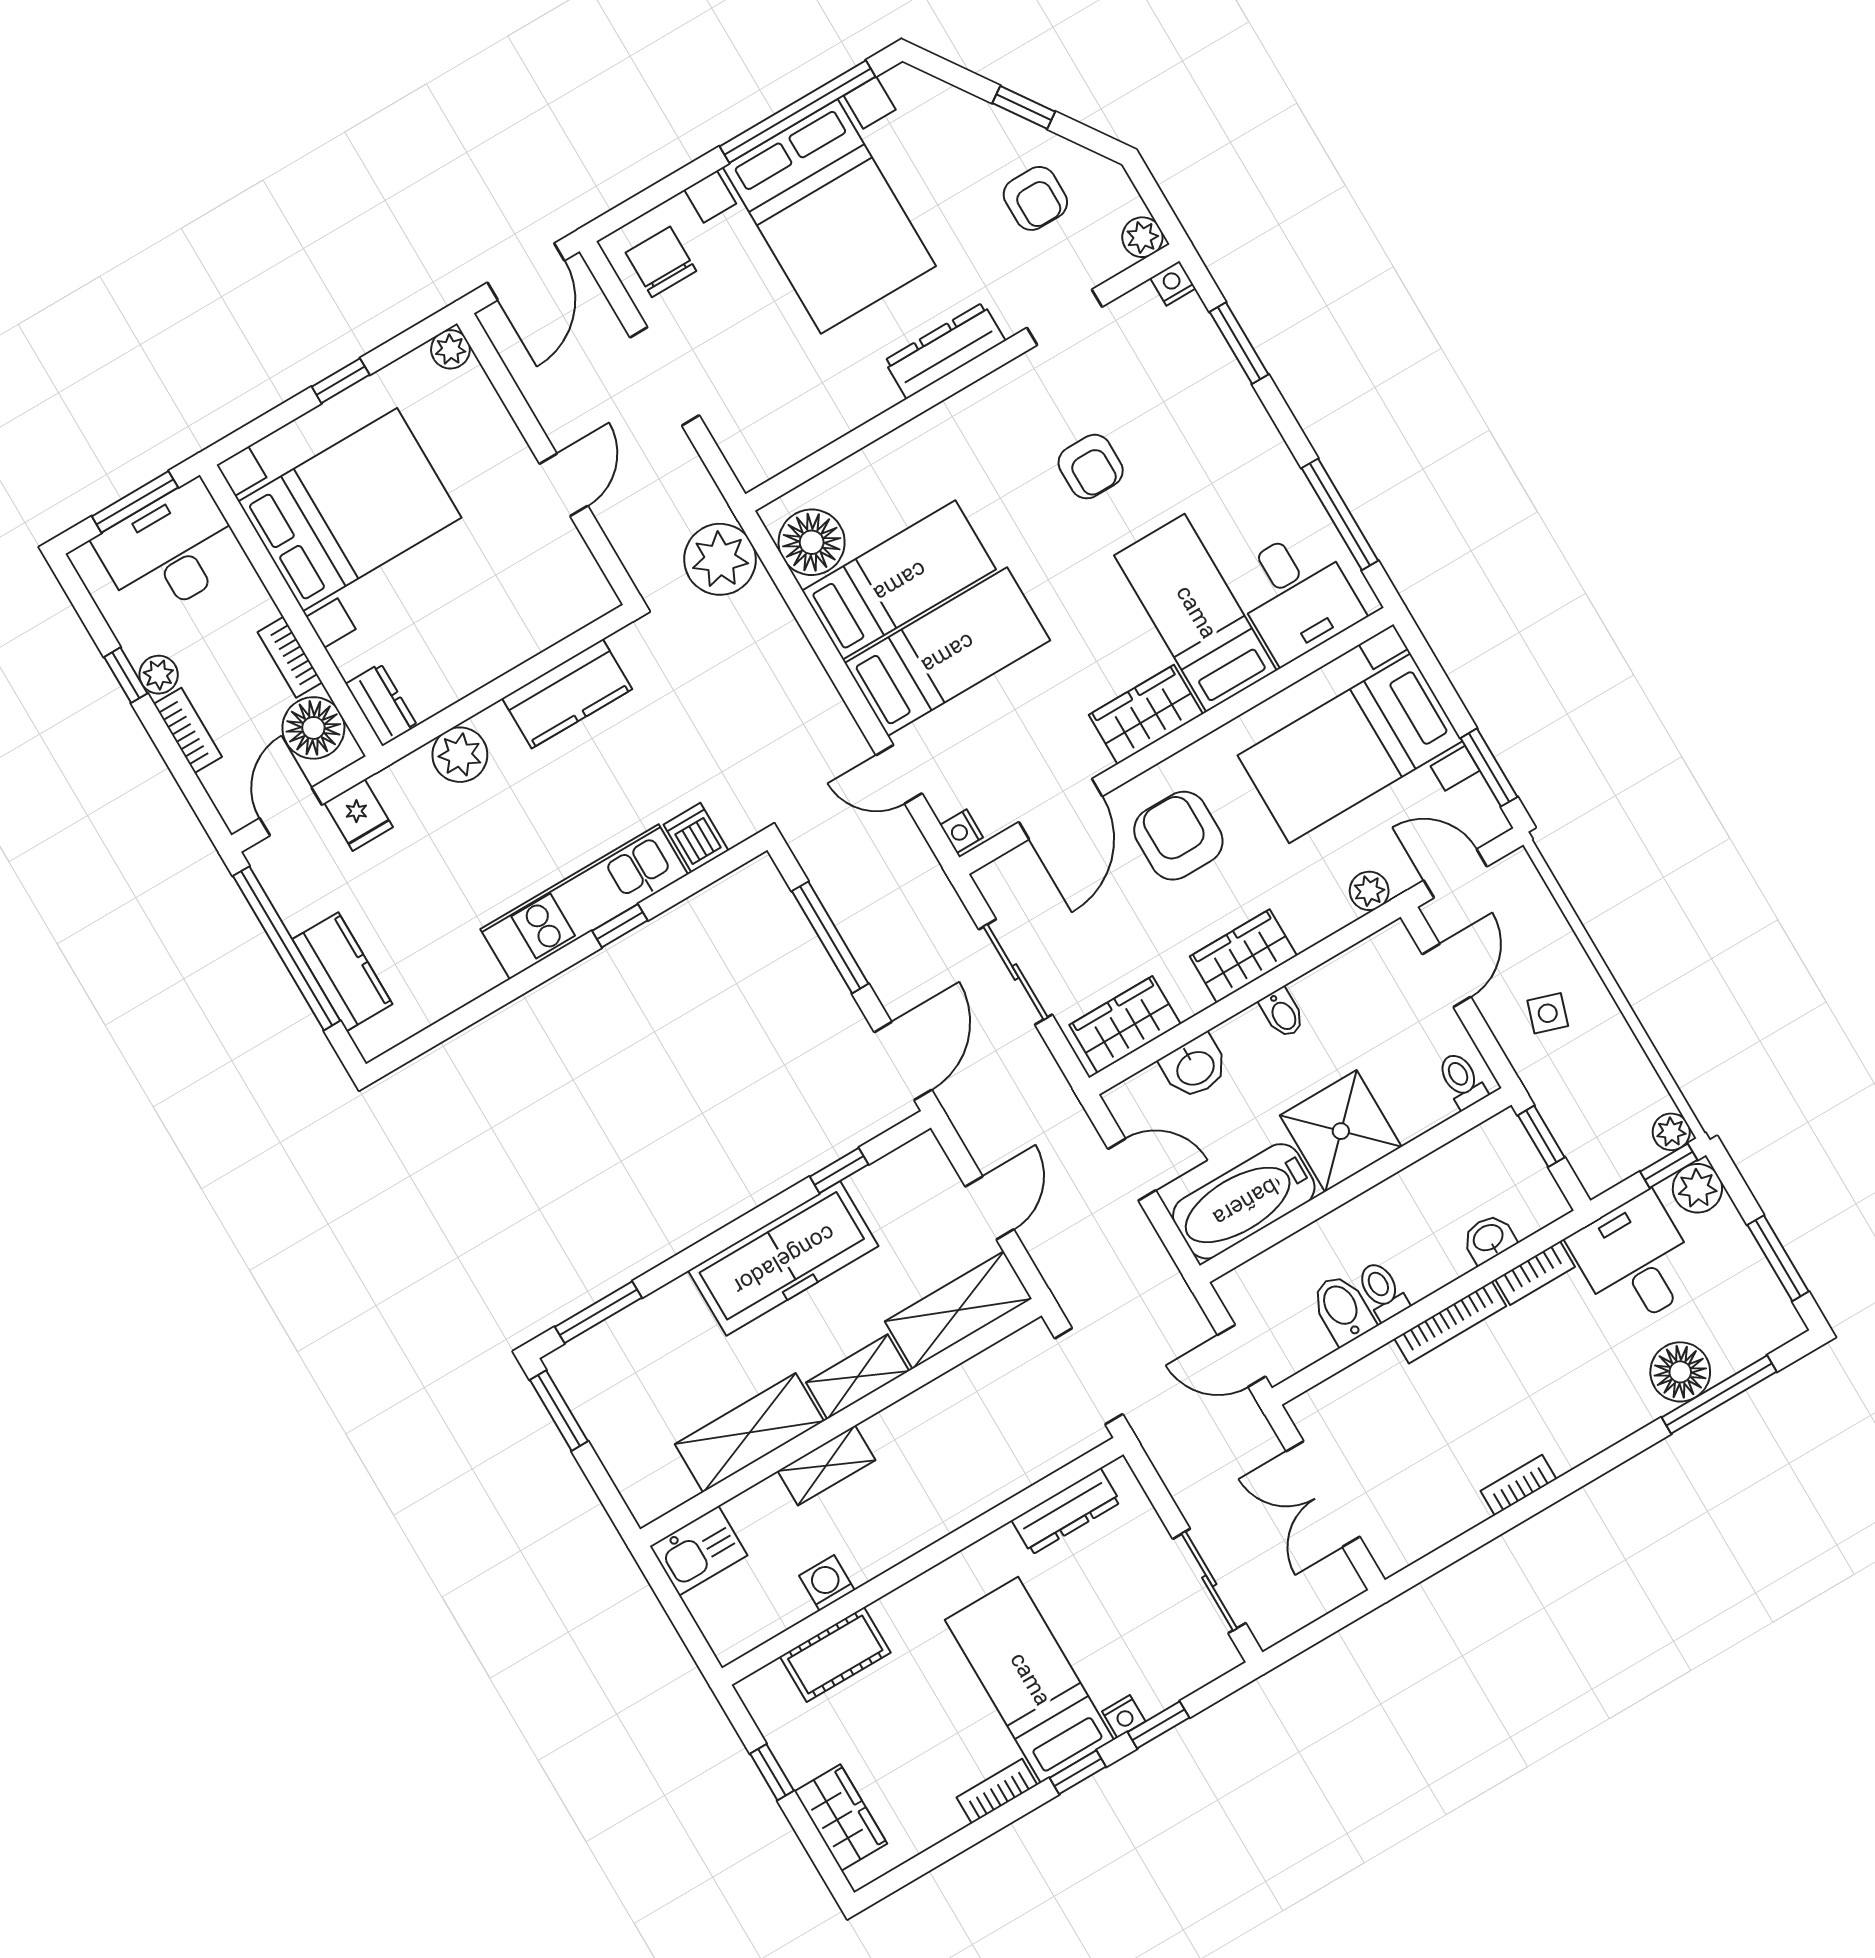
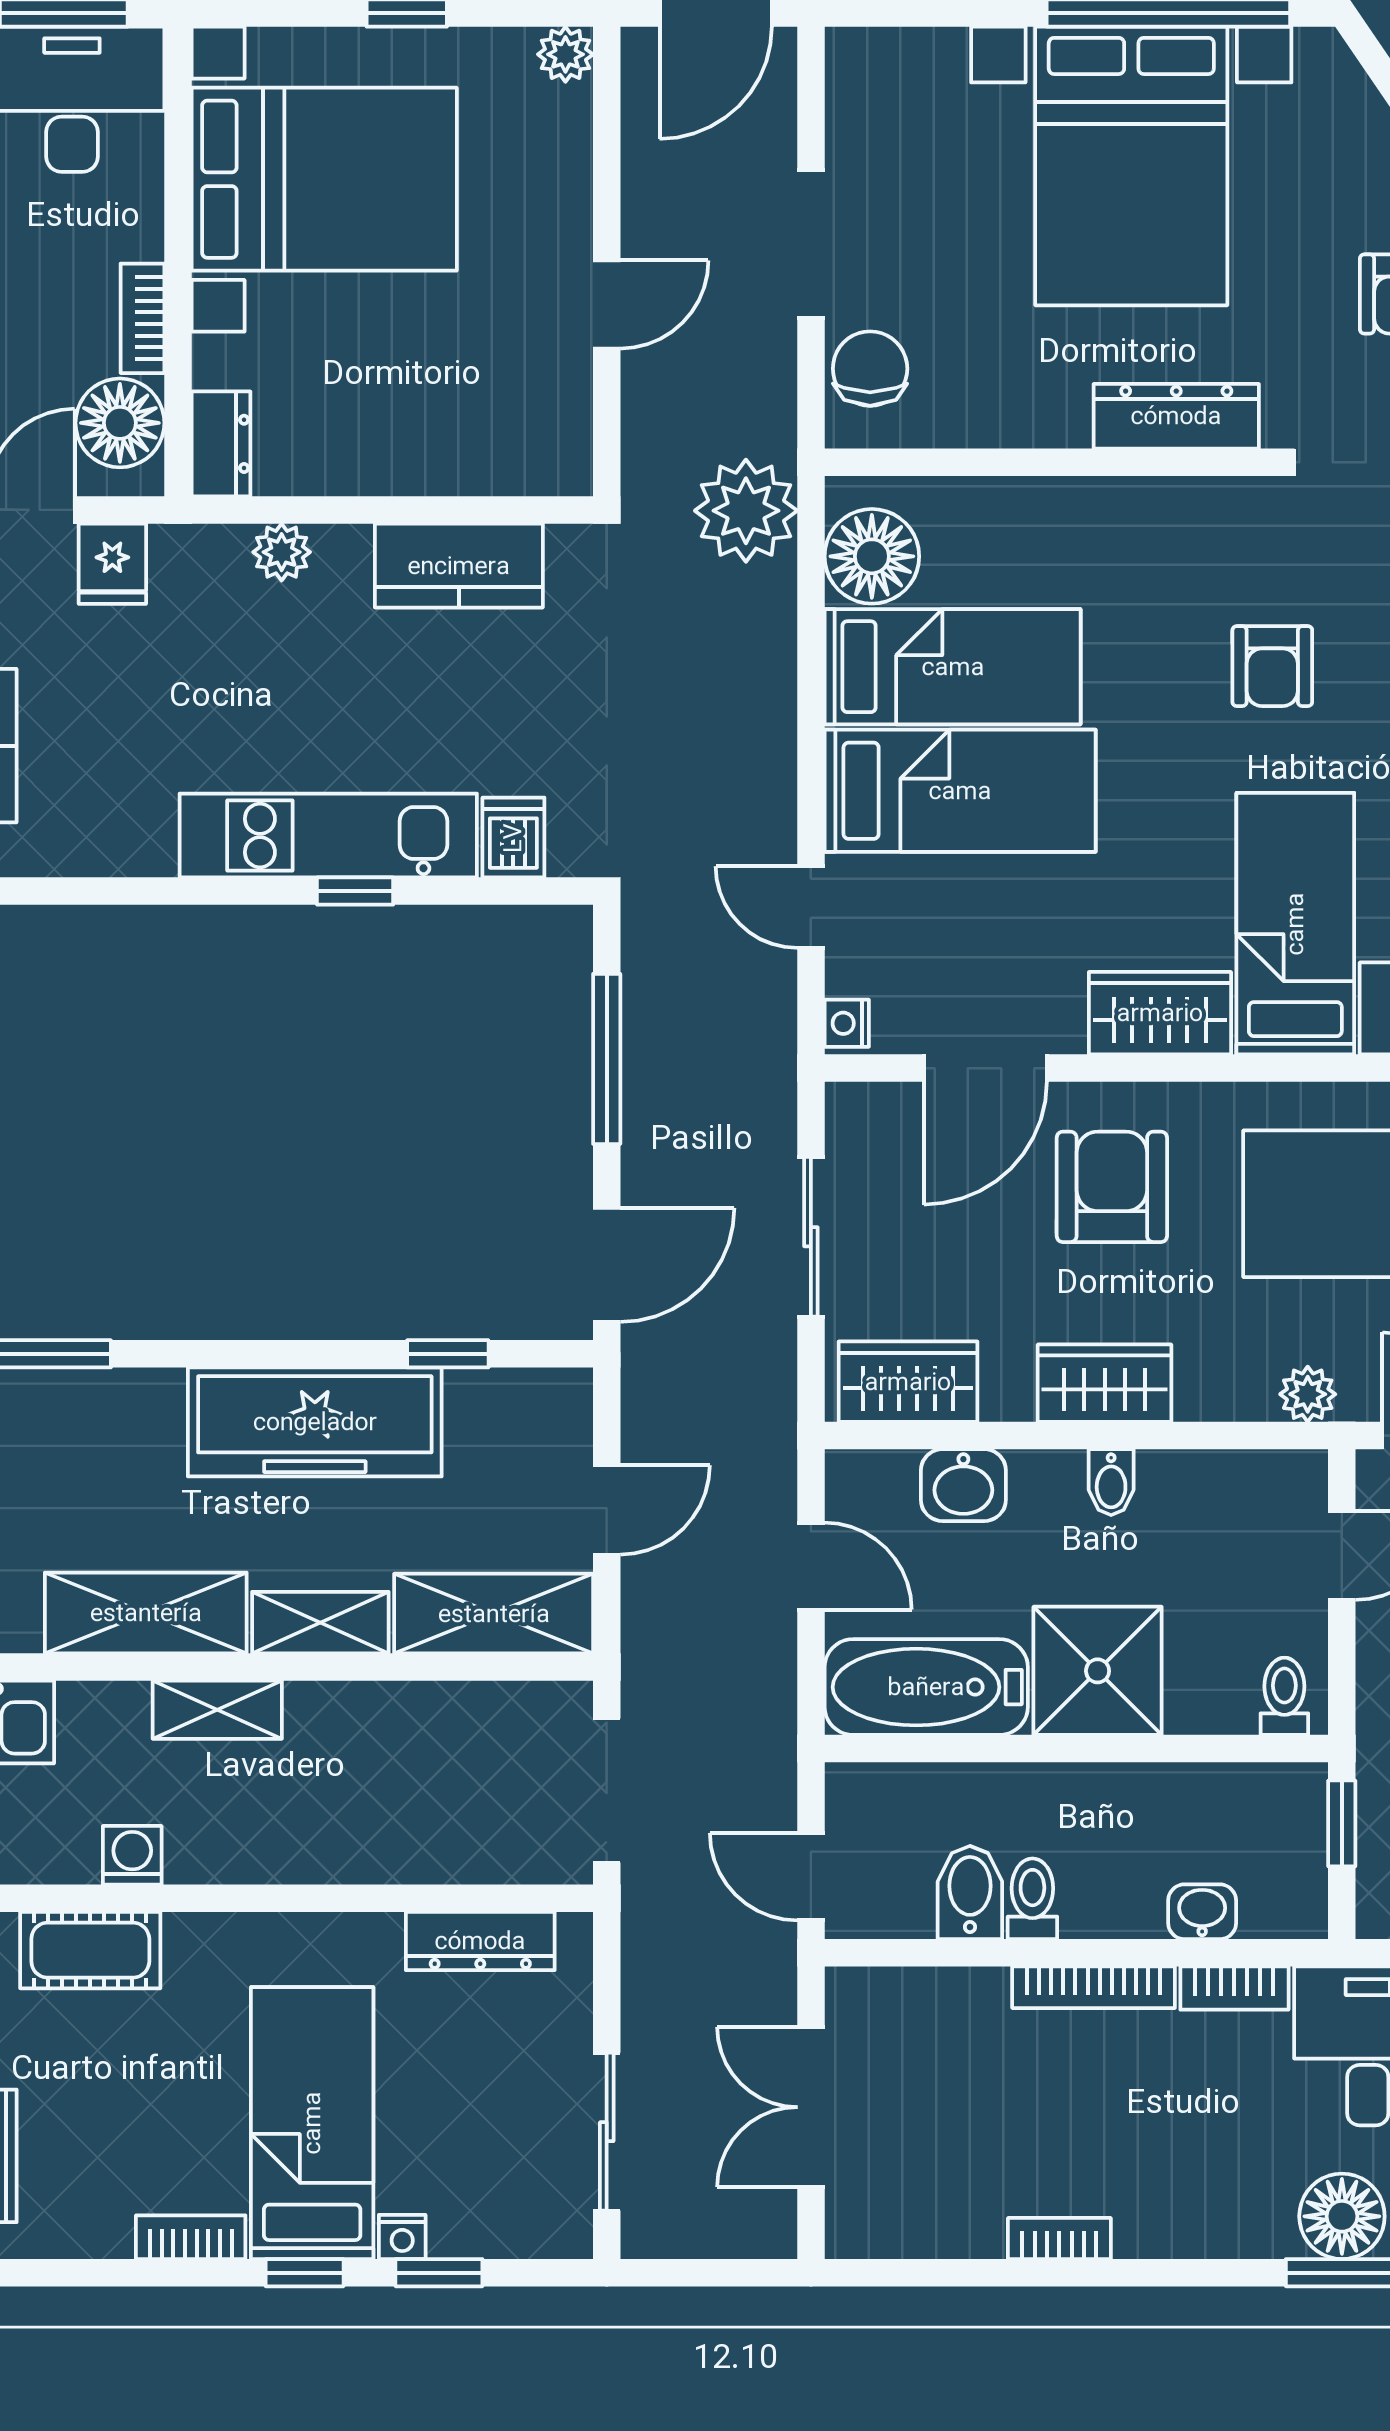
chair: (661, 262) -> (870, 369), moved
plant: (460, 755) -> (282, 552), width x0.73, depth x0.73

